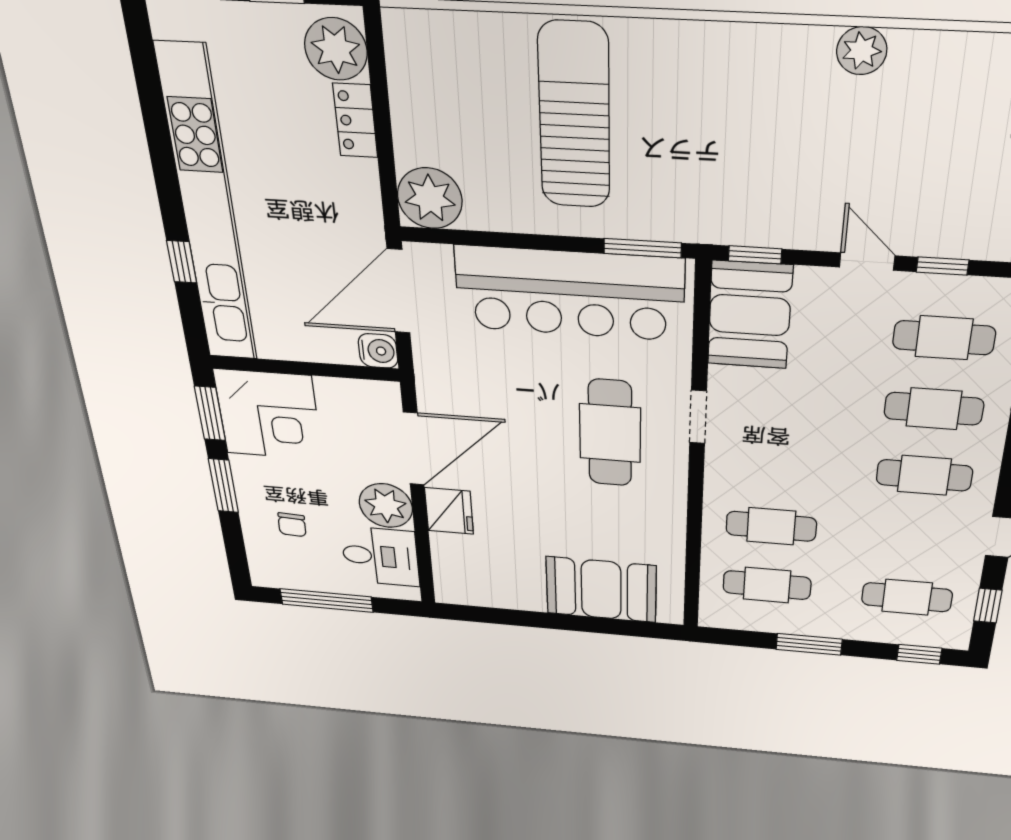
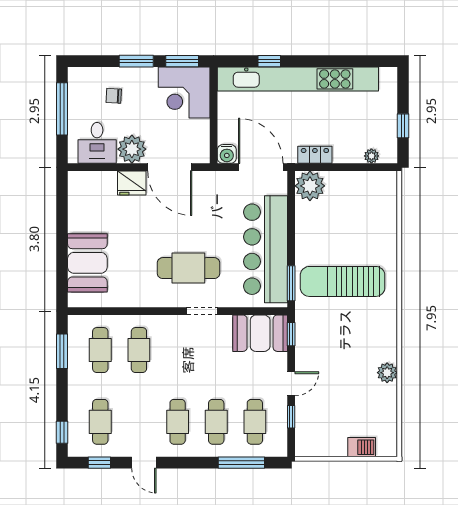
plant: (336, 49) -> (371, 156), width x0.53, depth x0.53
sun lounger: (574, 116) -> (343, 281), moved, turned 180
locker: (355, 121) -> (315, 155), moved
window: (809, 644) -> (62, 351), moved

